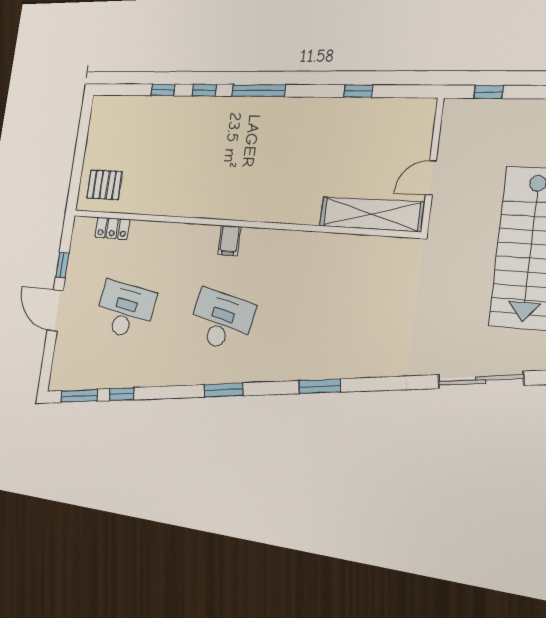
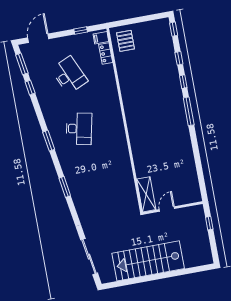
window: (358, 91) -> (174, 29), moved
door: (431, 178) -> (167, 209), hinge flipped
shelving: (371, 214) -> (146, 194), width x0.68
filing cabinet: (229, 241) -> (101, 38), moved
door: (55, 310) -> (38, 38), moved
desk: (125, 310) -> (69, 75), turned -33

